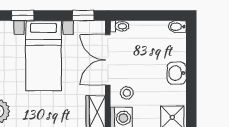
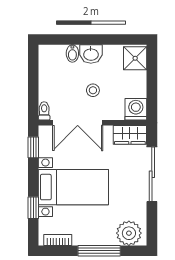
bidet: (177, 27) -> (72, 53), moved
stool: (127, 93) -> (93, 90), moved

